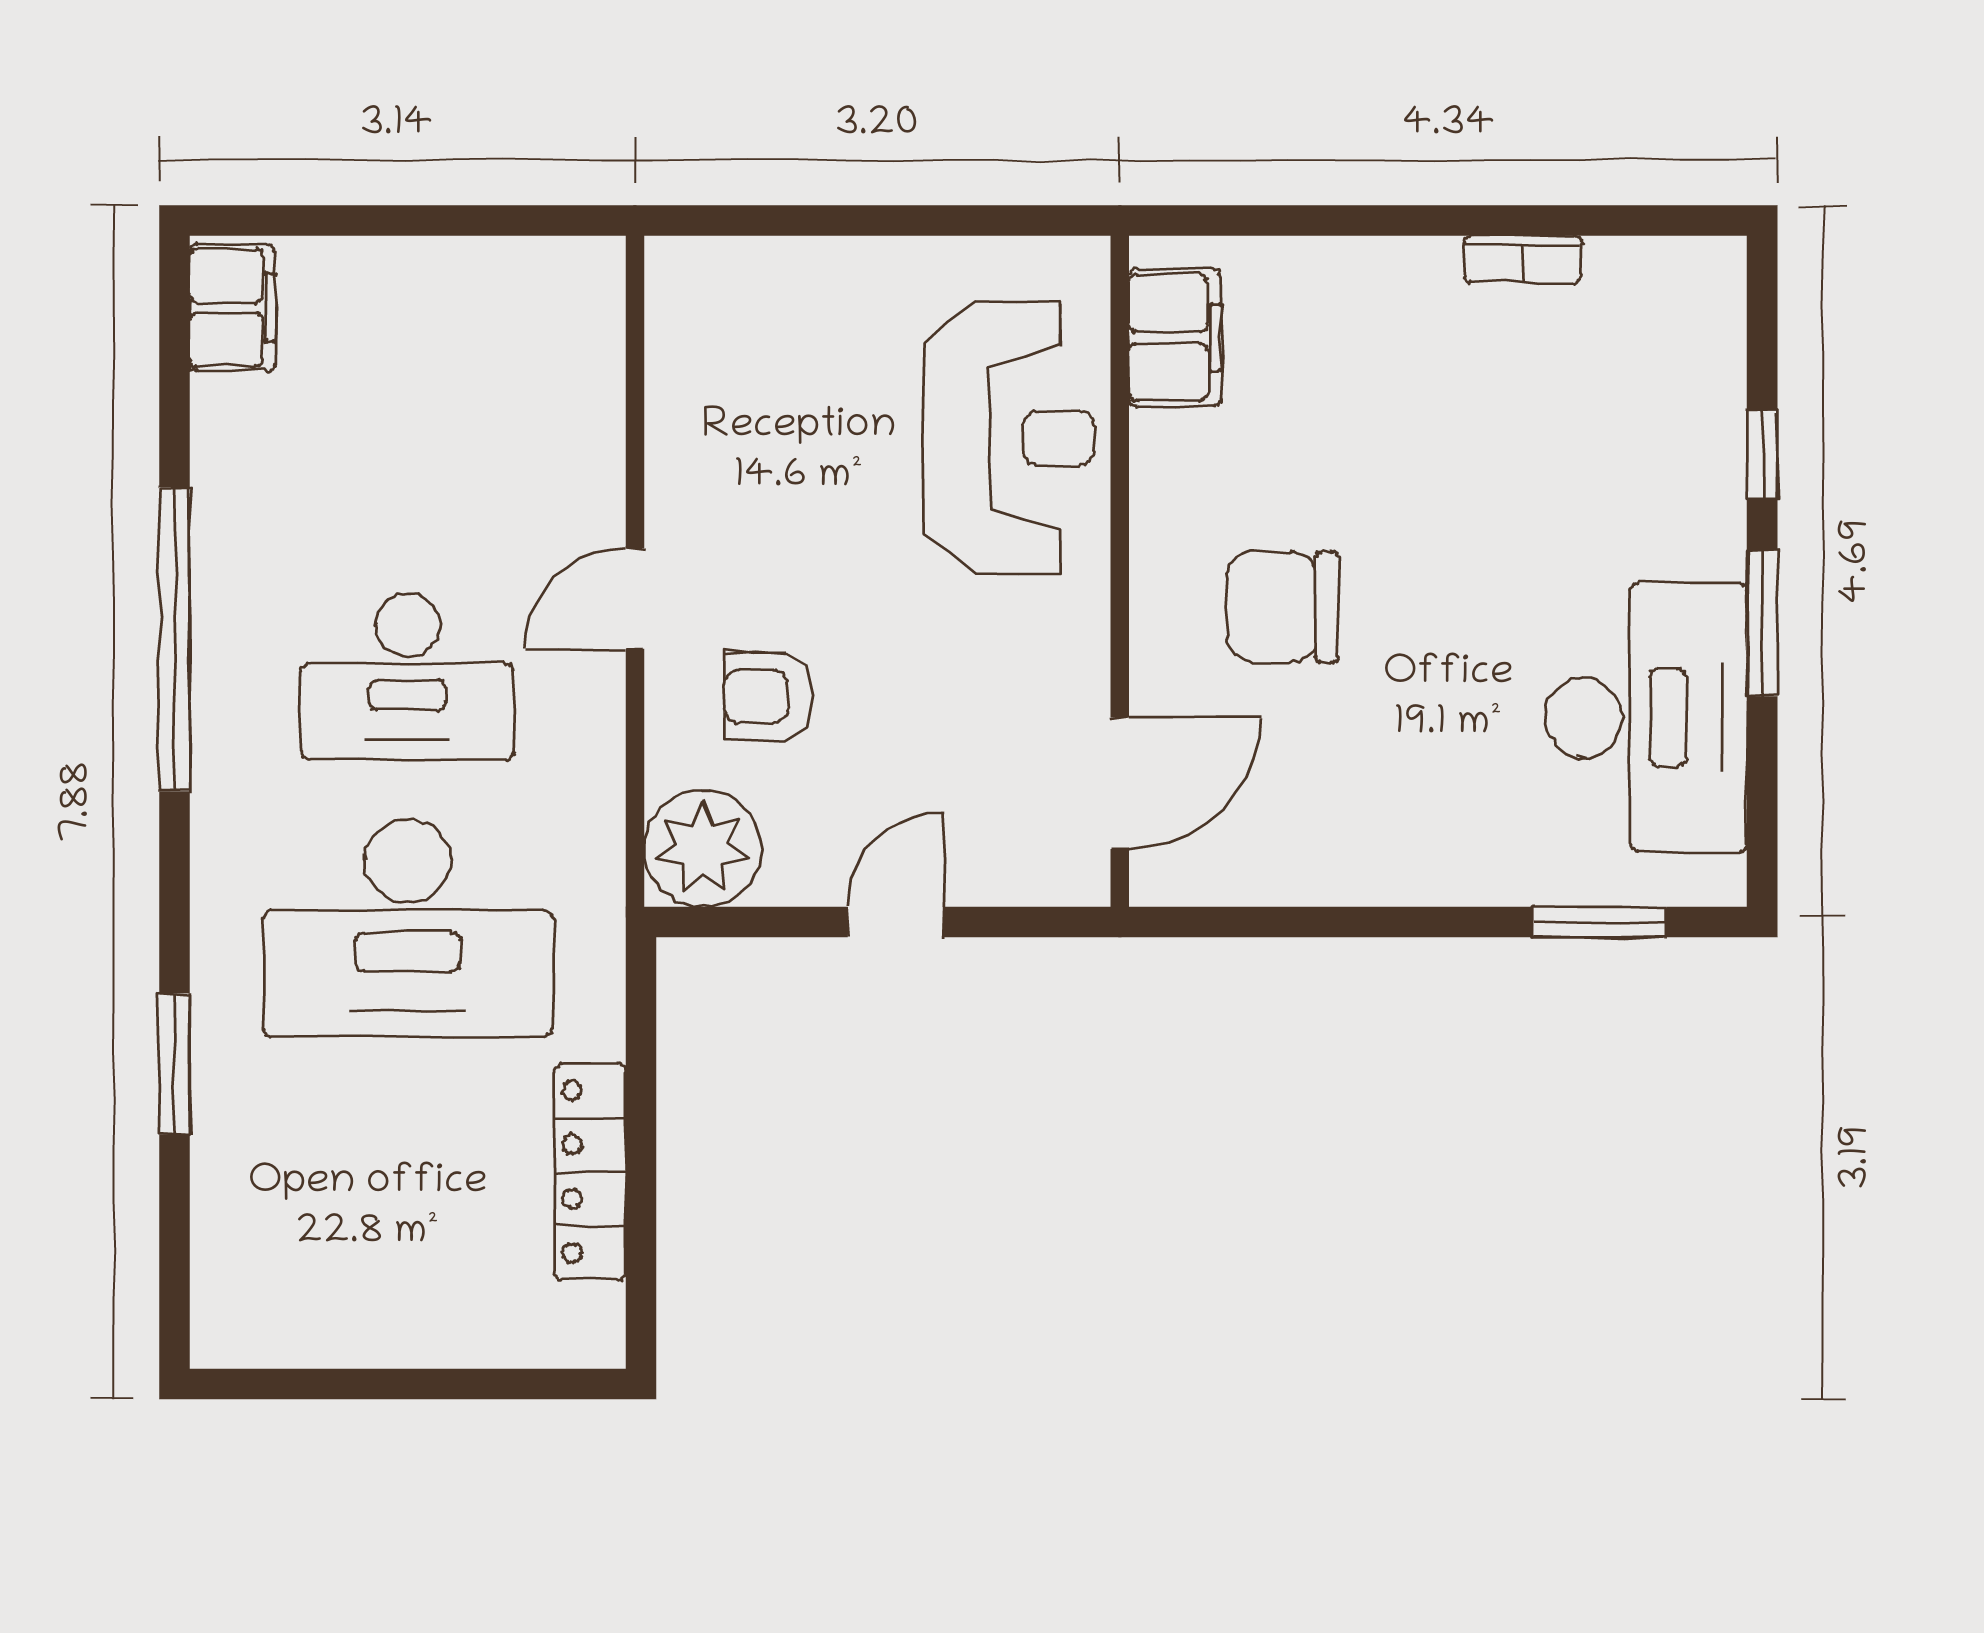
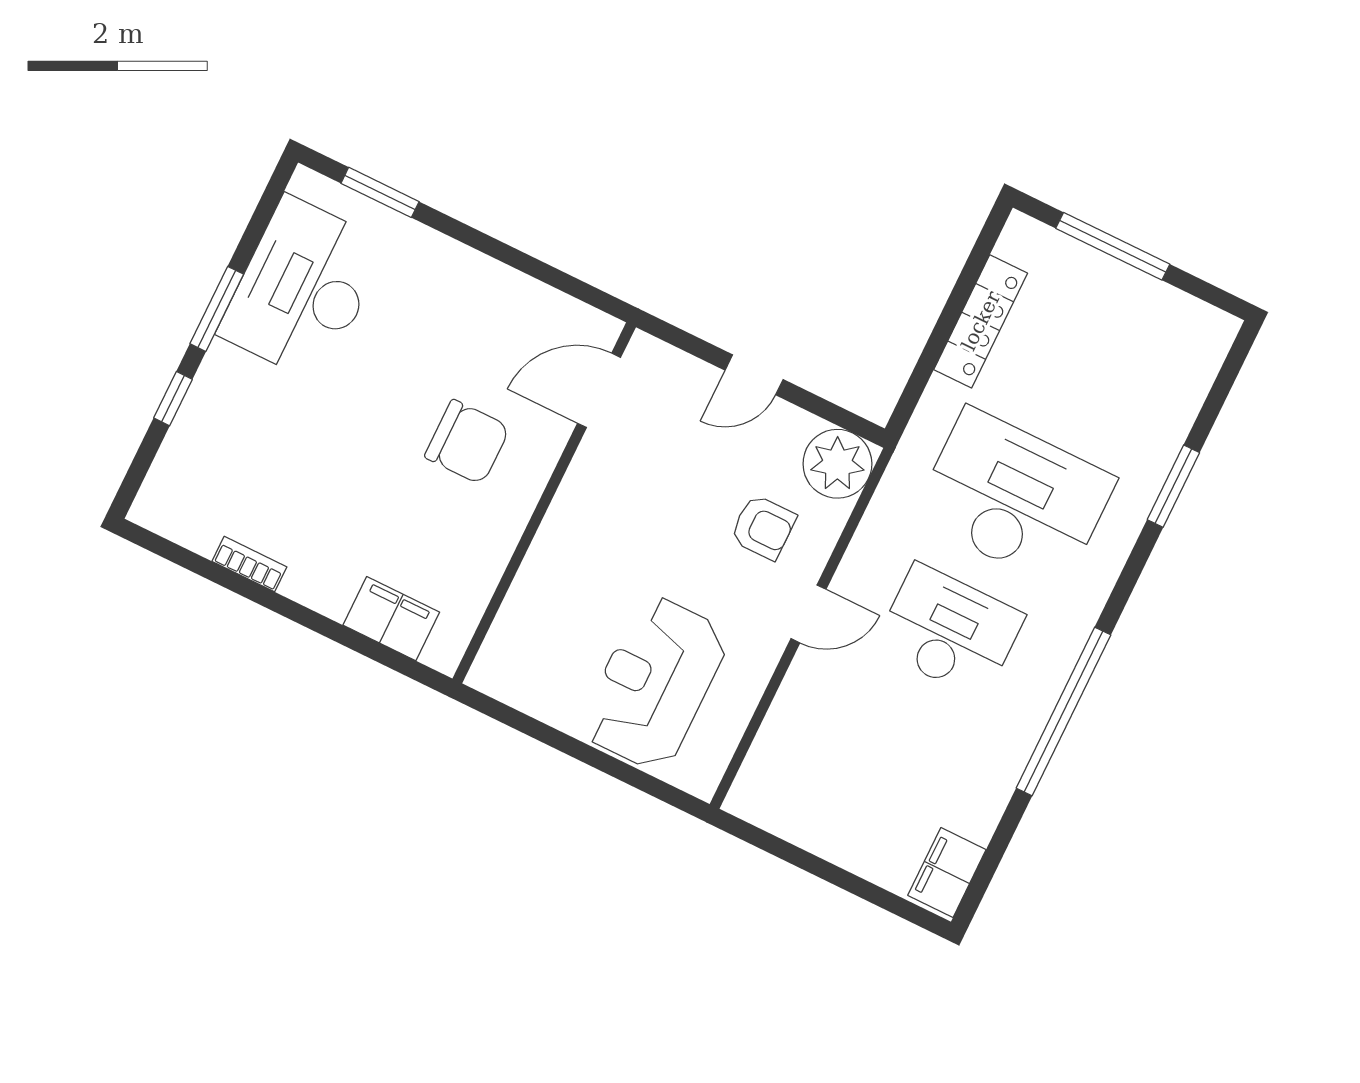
filing cabinet: (1175, 338) -> (391, 619), moved, turned 90
reception desk: (1009, 438) -> (654, 683), moved
window: (445, 1384) -> (1113, 246), added

